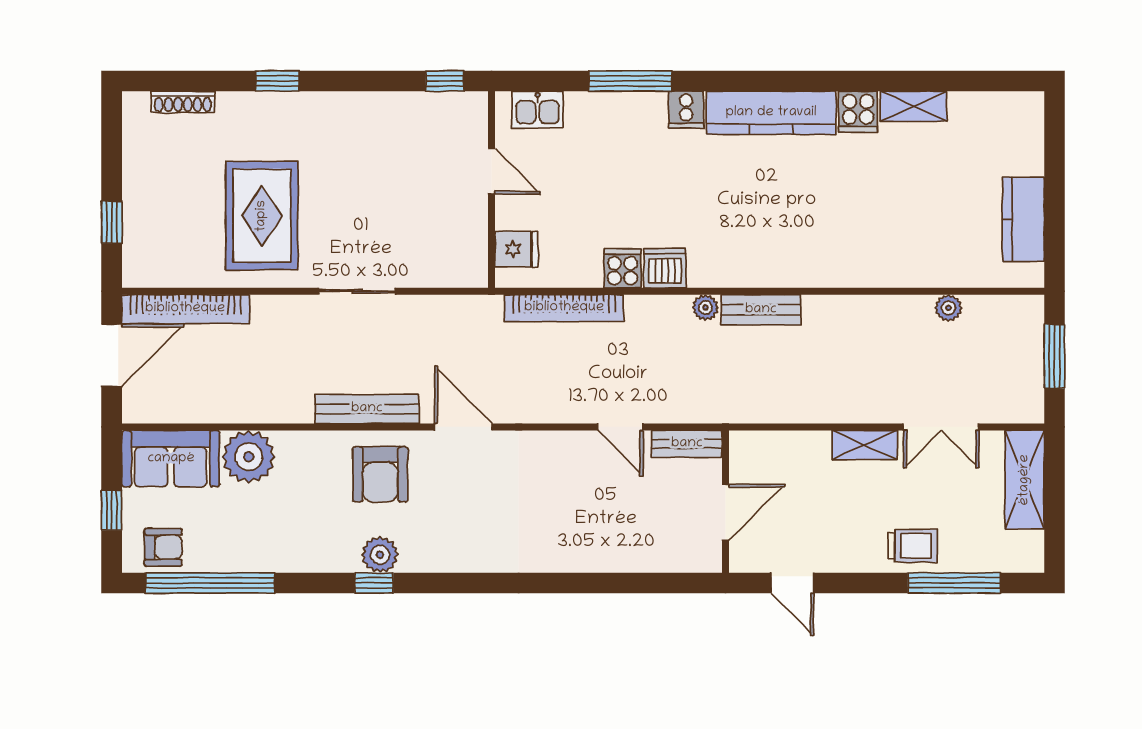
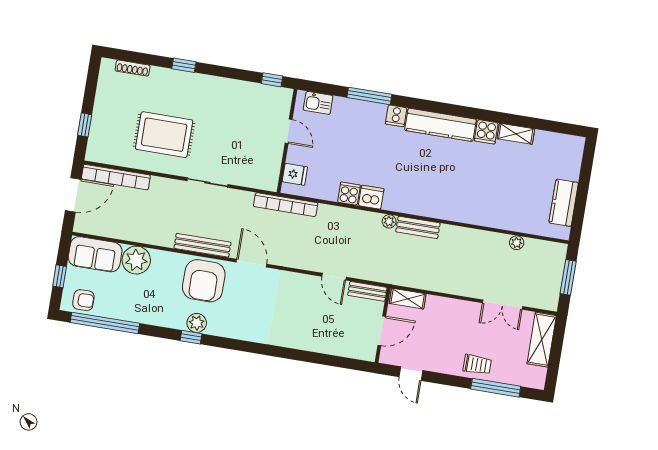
rug: (262, 216) -> (164, 135), turned 90
bookcase: (564, 308) -> (286, 205), moved
shelving: (864, 445) -> (408, 299), moved
armchair: (380, 474) -> (204, 281), width x1.36, depth x1.36

